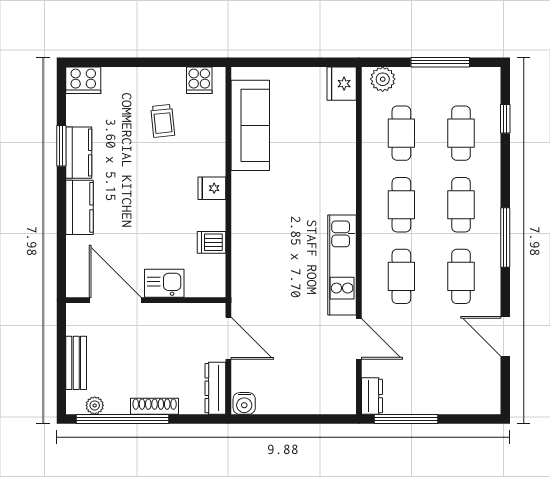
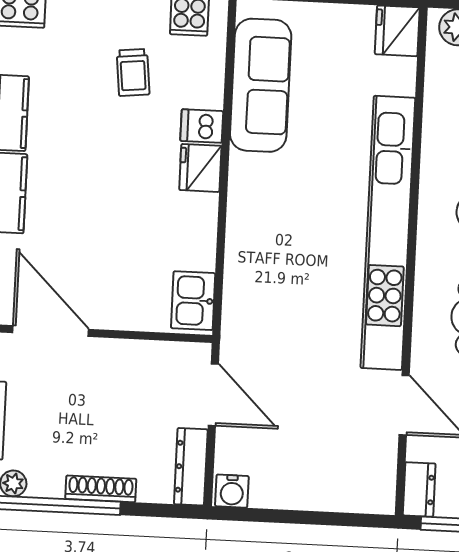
fridge: (212, 188) -> (200, 168), width x1.38
dishwasher: (211, 242) -> (202, 126), moved
kitchen unit: (342, 265) -> (388, 233), width x1.86
kitchen sink: (164, 283) -> (193, 301), moved, turned -90

